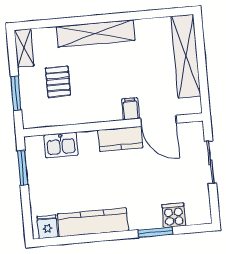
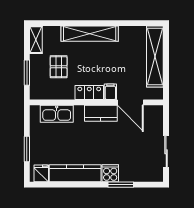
locker: (102, 112) -> (89, 92), added
kitchen sink: (61, 145) -> (57, 114), width x1.38
sliding door: (210, 162) -> (166, 152), moved
window: (23, 168) -> (27, 149), moved
cooker: (174, 215) -> (110, 173), moved

